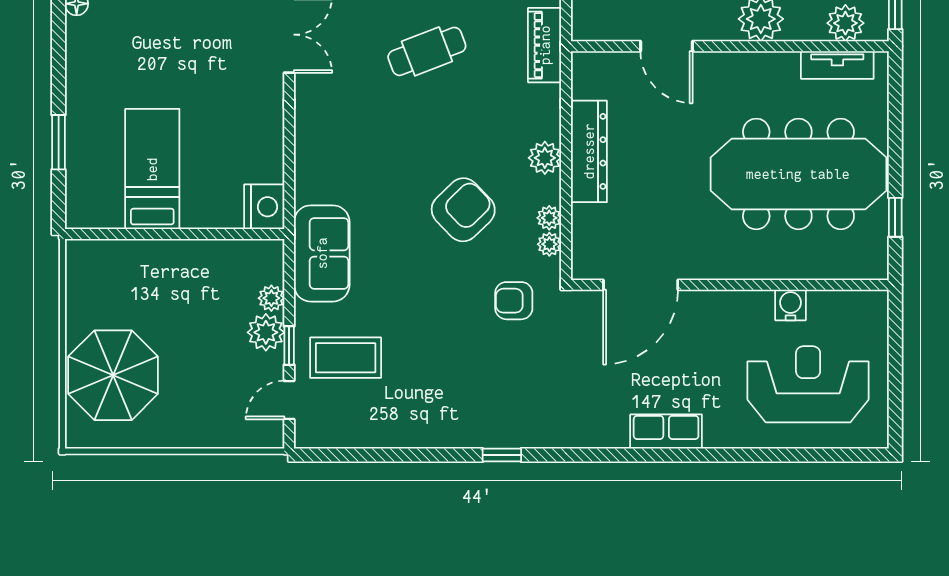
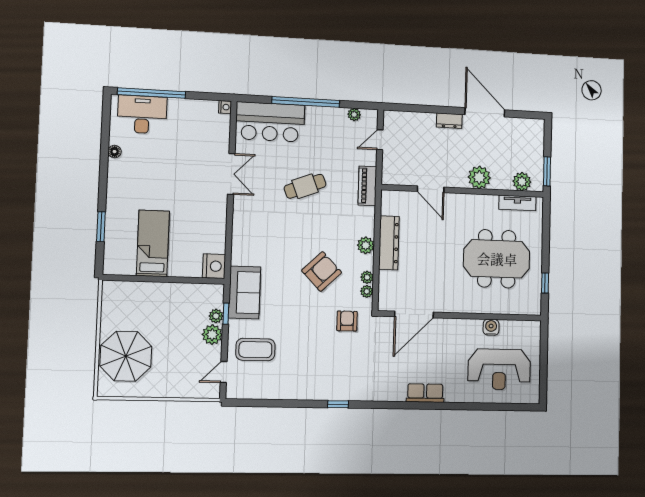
meeting table: (798, 174) -> (497, 259), width x0.73
armchair: (514, 301) -> (347, 321), turned 90
window: (289, 345) -> (226, 314), moved
reception desk: (808, 384) -> (499, 369), turned 180

